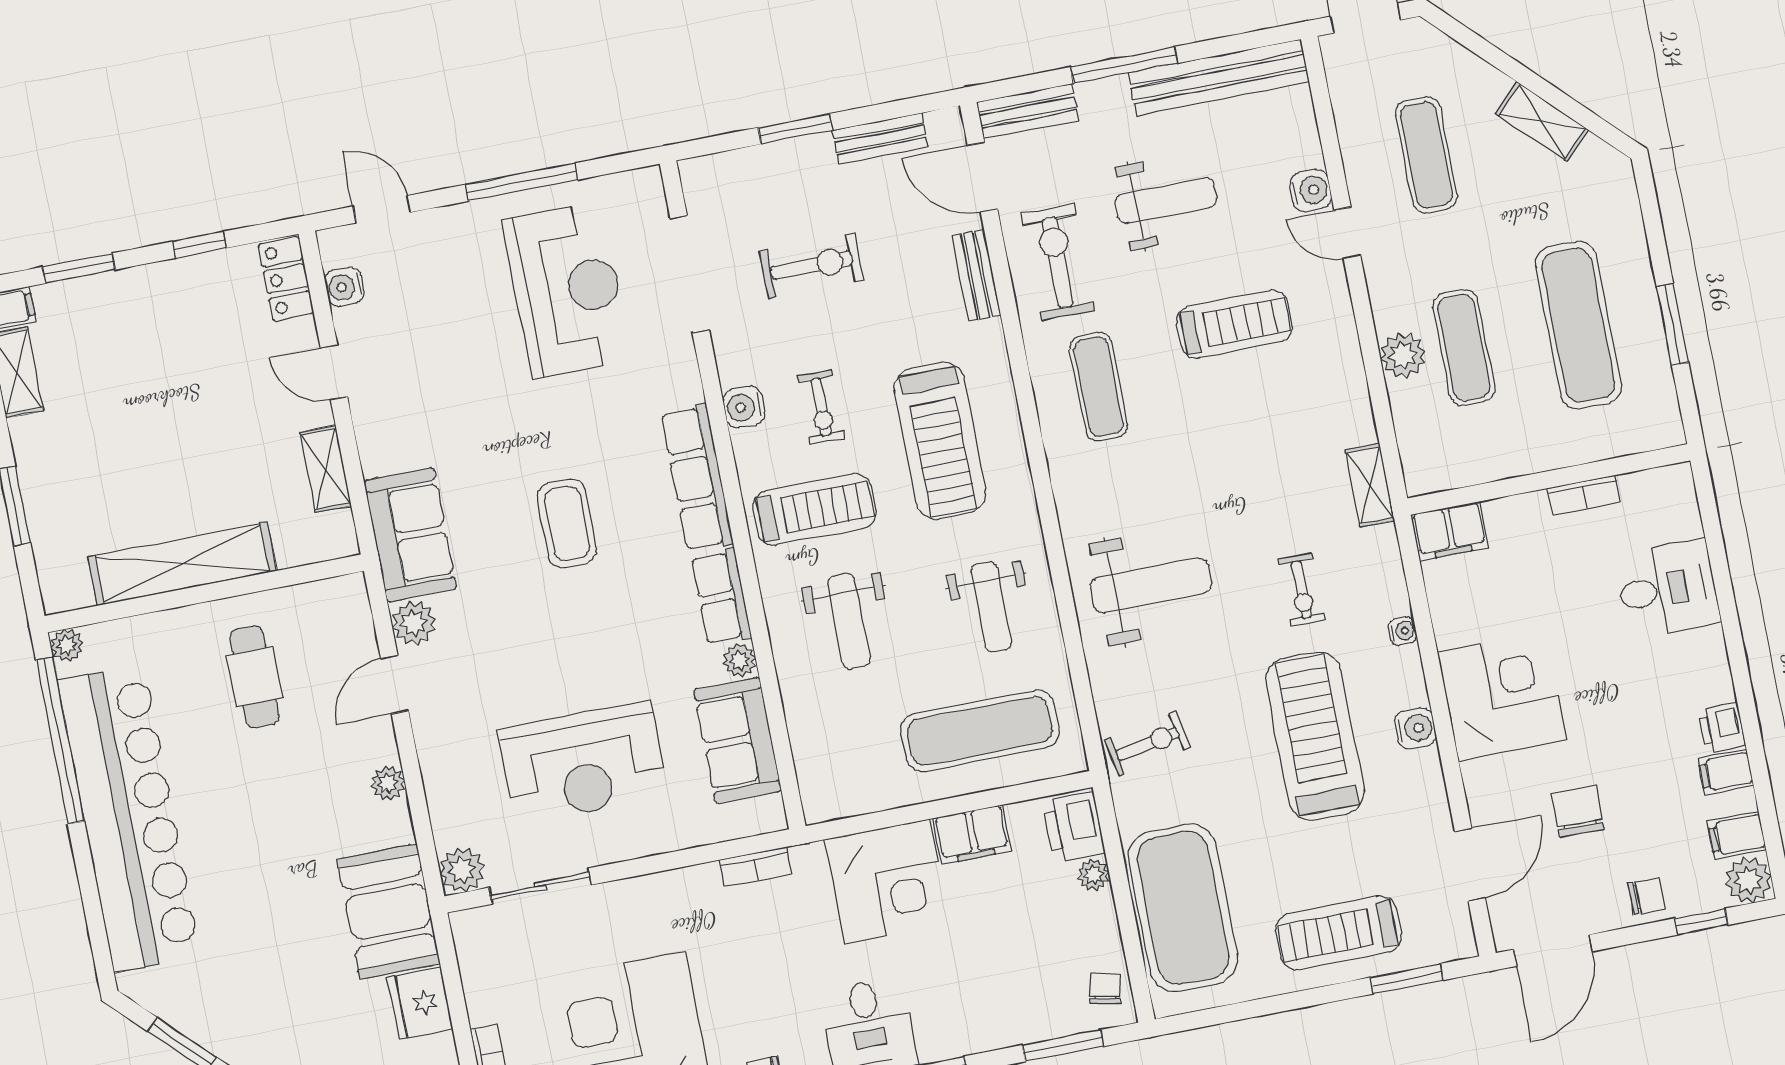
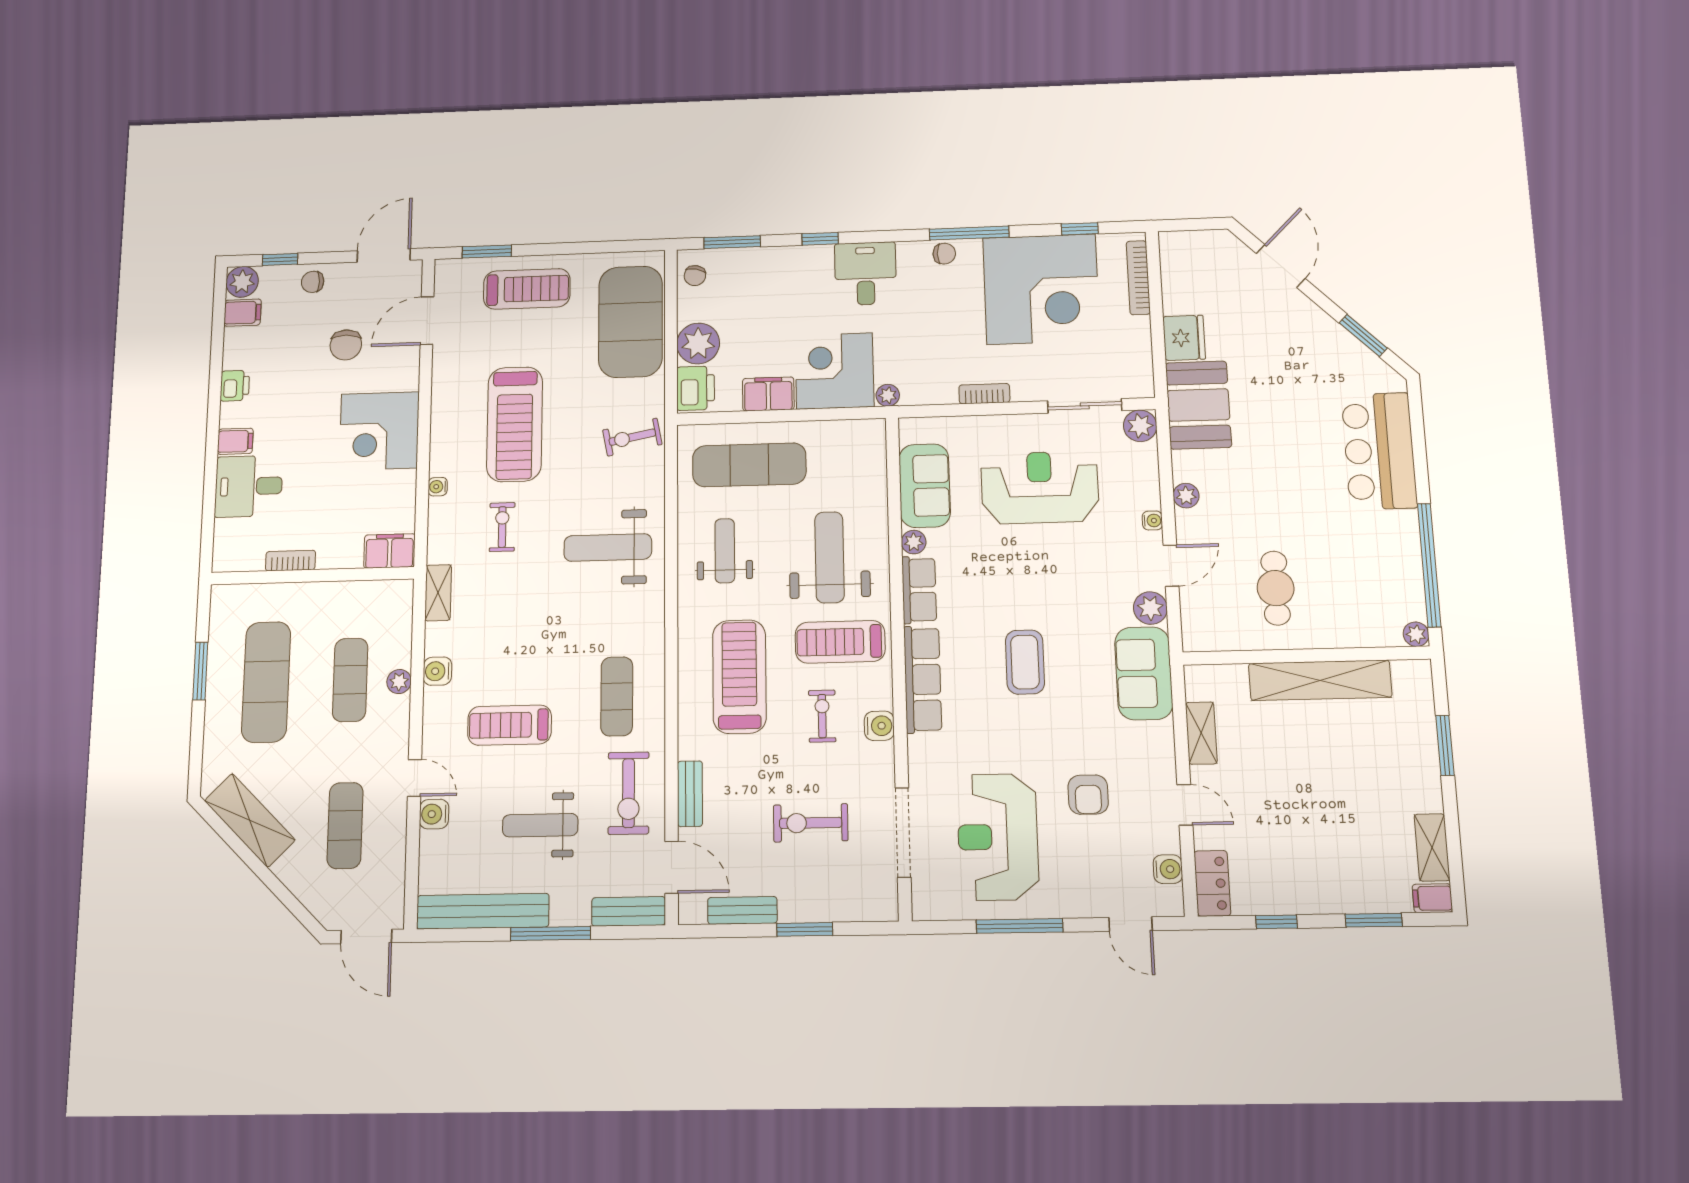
shelving: (1542, 122) -> (250, 820), width x1.50, depth x1.33
plant: (1403, 355) -> (399, 682), width x0.73, depth x0.73
armchair: (459, 364) -> (1088, 795), added
weight bench: (849, 621) -> (829, 557), width x1.36, depth x1.33
water cooler: (1415, 728) -> (437, 671), moved
water cooler: (428, 742) -> (1152, 521), added
filing cabinet: (1726, 772) -> (235, 441), moved
bar counter: (129, 818) -> (1379, 451), width x0.54
plant: (809, 859) -> (888, 395), added
bookcase: (755, 867) -> (984, 394), moved
plant: (1093, 875) -> (698, 343), width x1.87, depth x1.87

